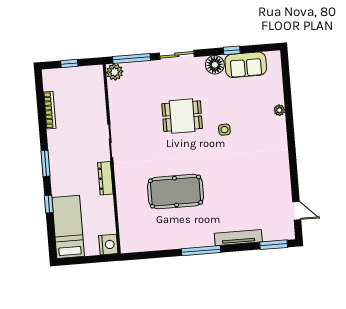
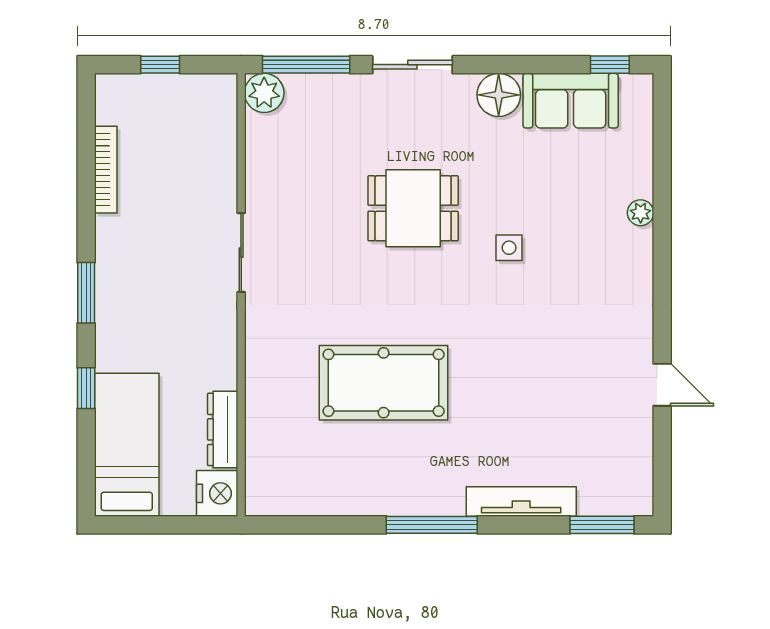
window: (232, 50) -> (610, 65), moved
dresser: (105, 178) -> (223, 429), moved
door: (297, 211) -> (662, 385), moved

